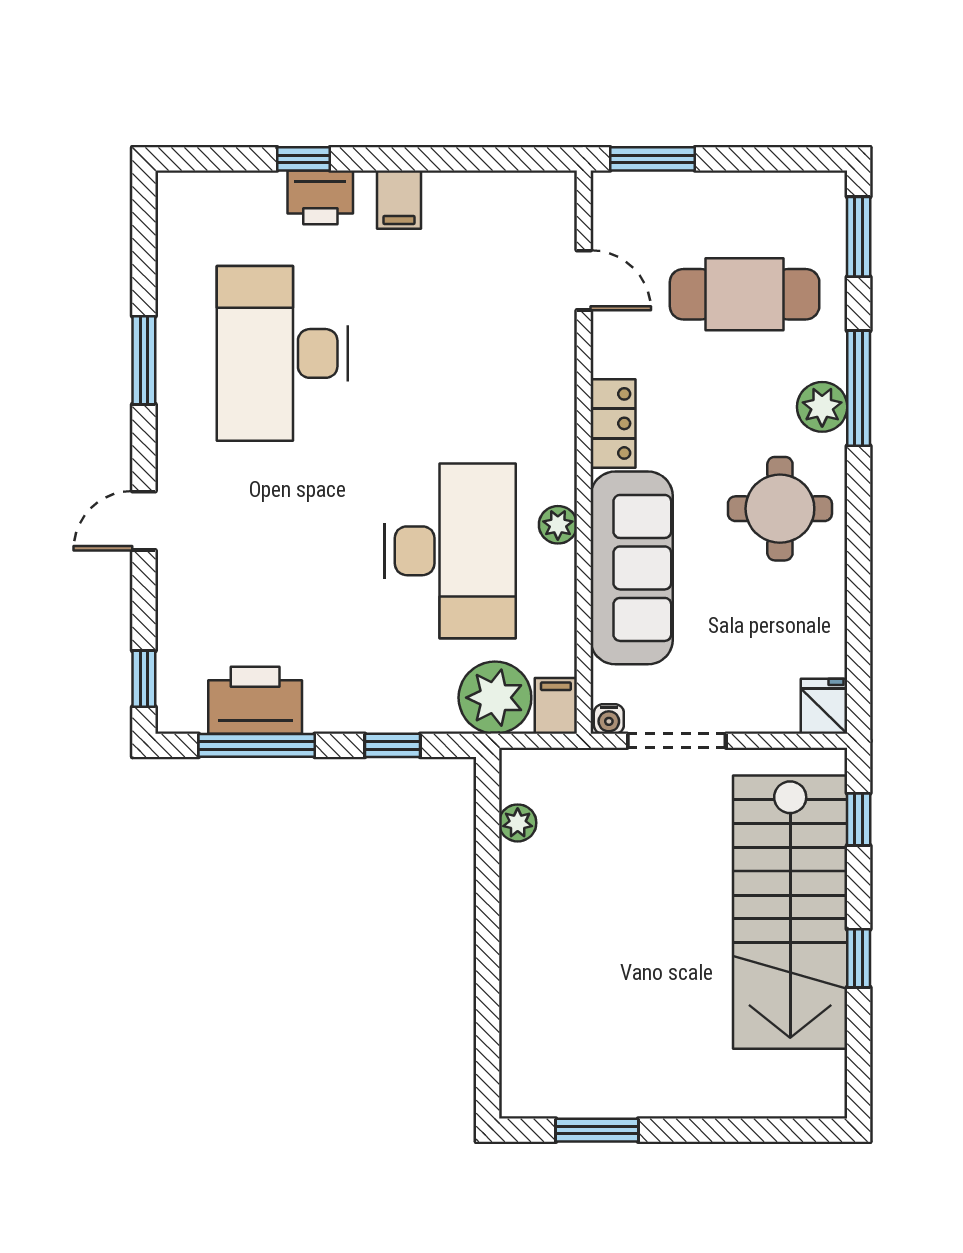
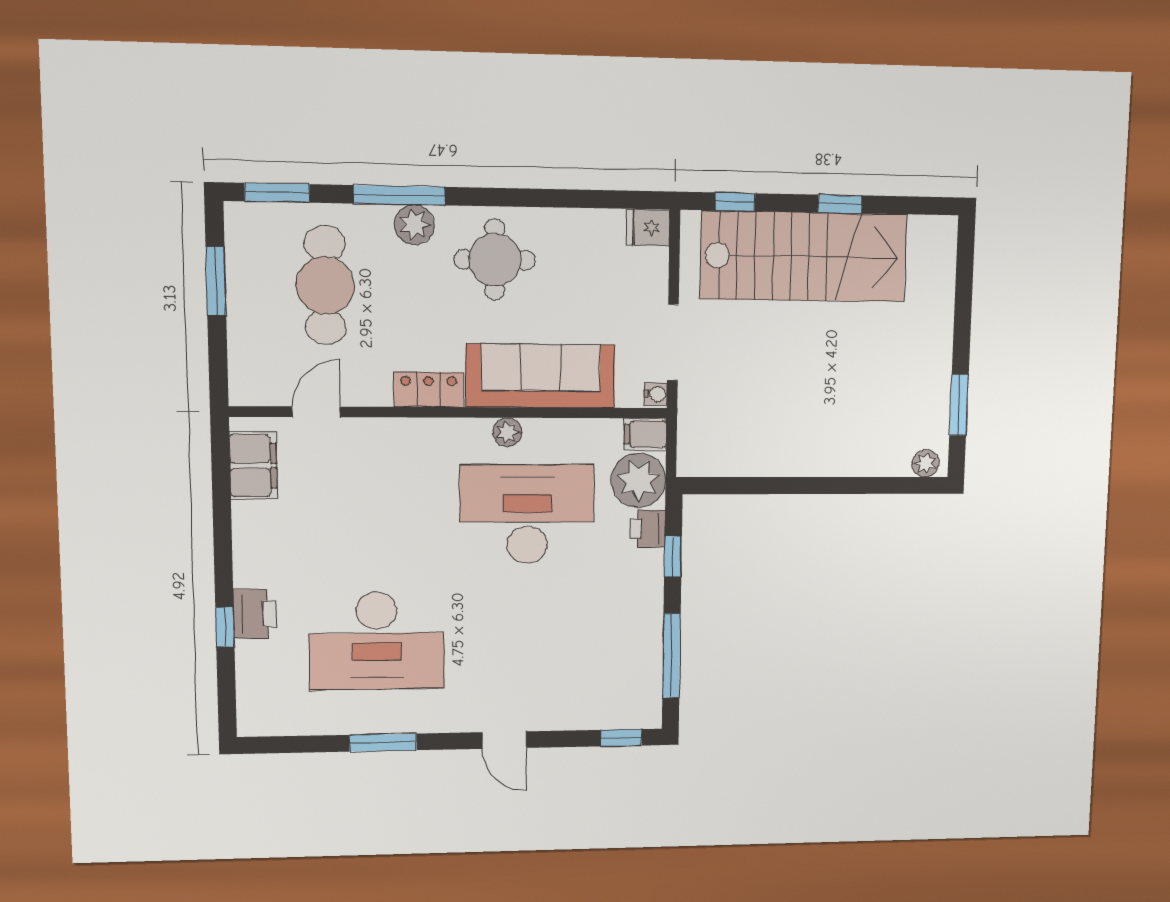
window: (652, 159) -> (216, 281), moved
filing cabinet: (399, 200) -> (253, 466), moved, width x2.00
printer: (255, 700) -> (648, 529), moved, width x0.53, depth x0.68
plant: (518, 823) -> (926, 463), moved

